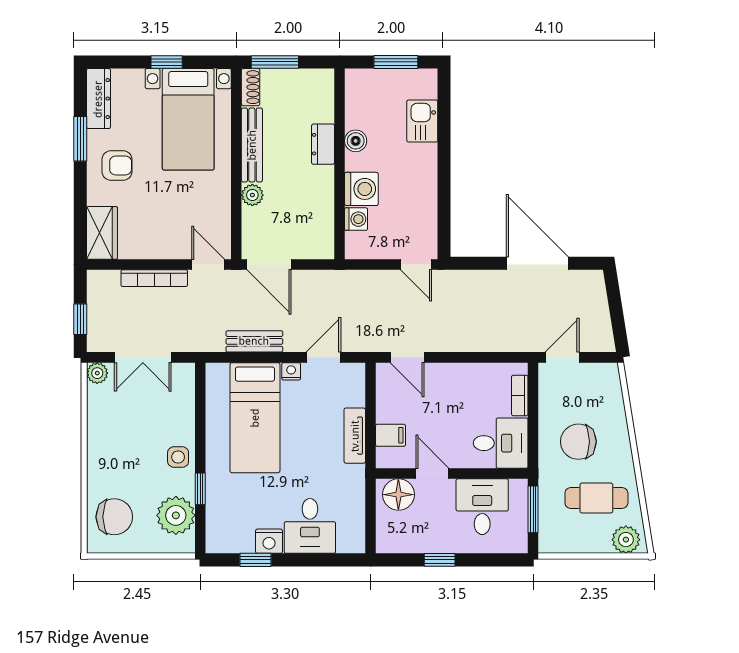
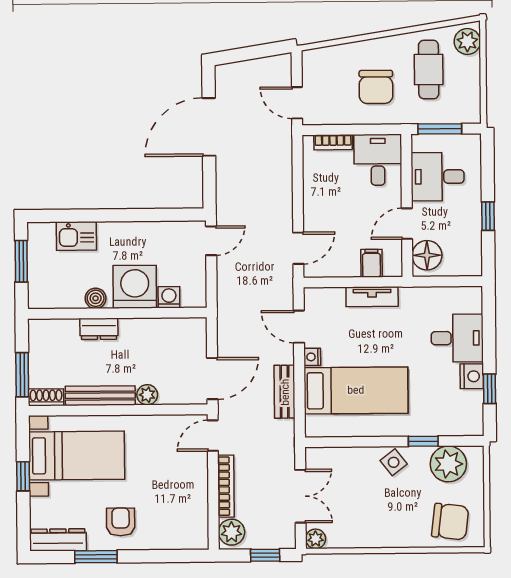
washing machine: (361, 189) -> (135, 287), width x1.37, depth x1.37
wardrobe: (102, 233) -> (184, 535), removed
plant: (105, 284) -> (232, 532), added
side table: (178, 457) -> (394, 462), turned -38
chair: (114, 517) -> (450, 522), turned 97

